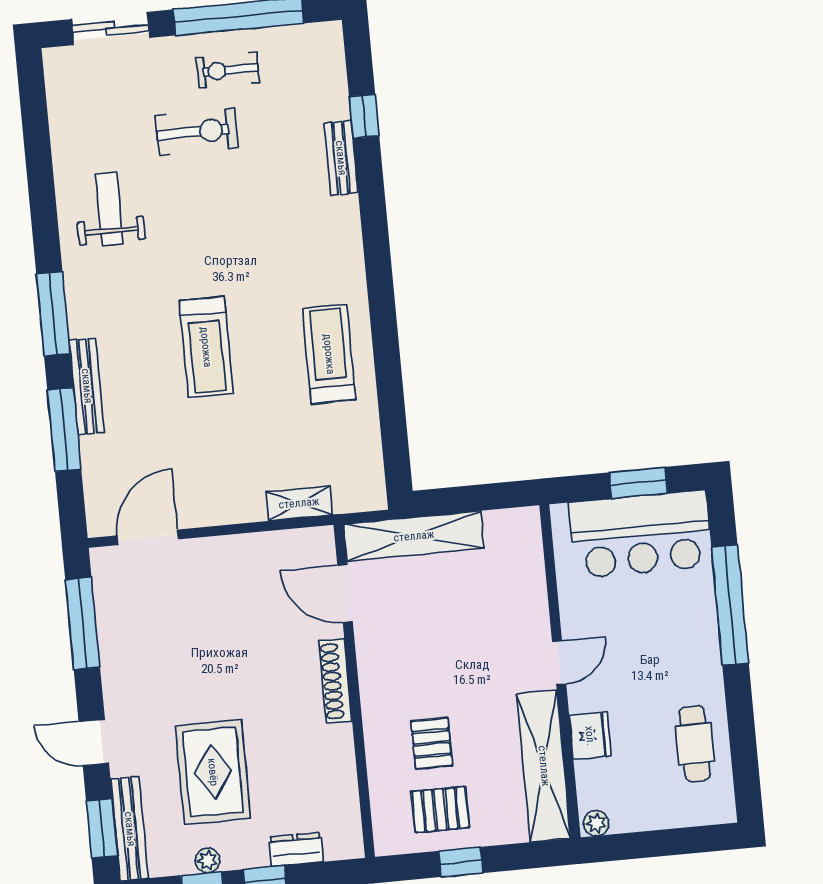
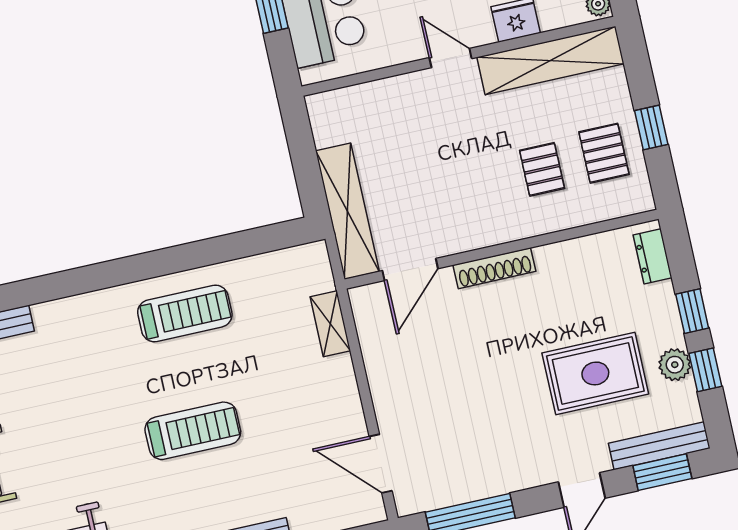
treadmill: (329, 354) -> (185, 313), turned 180
pallet: (432, 743) -> (542, 169), turned 90
dresser: (296, 849) -> (652, 256), moved
plant: (208, 860) -> (675, 365), width x1.38, depth x1.38

